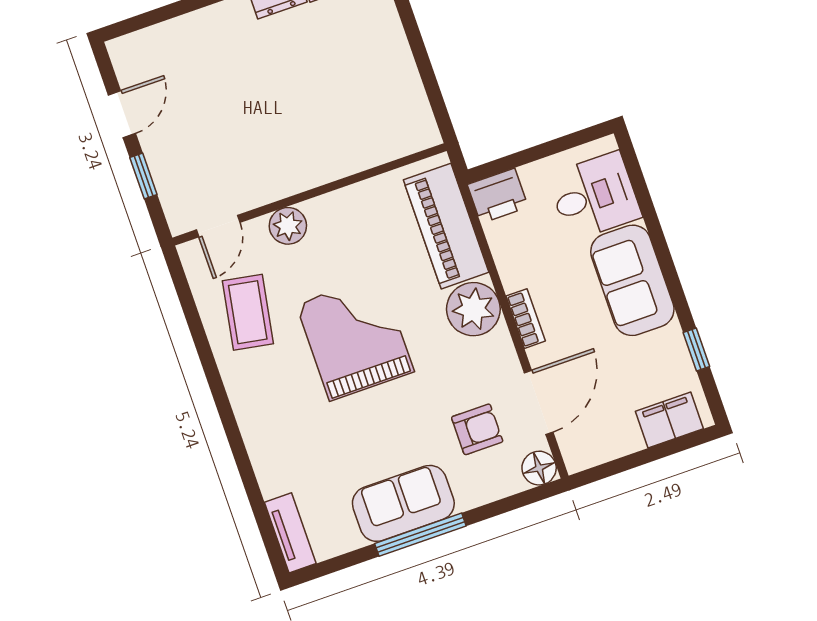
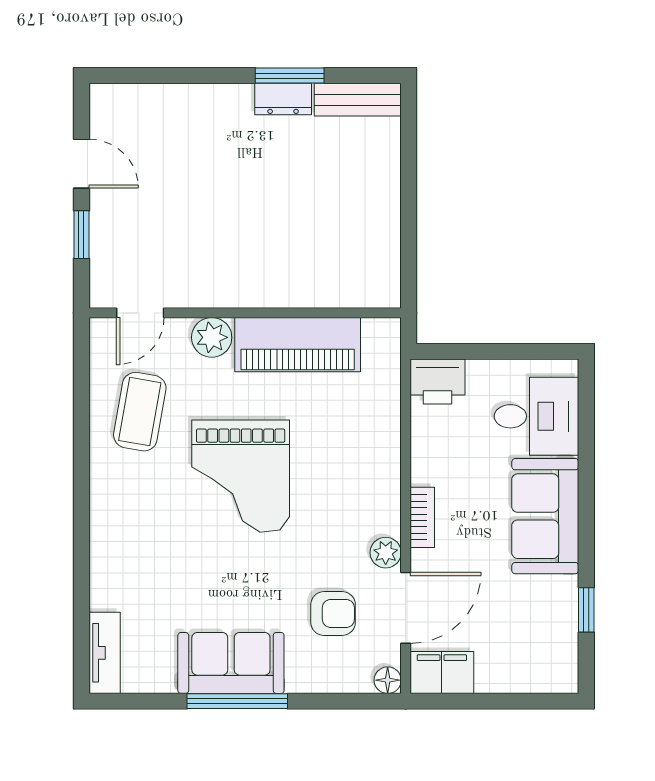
door: (122, 114) -> (81, 164), hinge flipped
piano: (446, 226) -> (298, 345), moved, turned -90
plant: (473, 309) -> (386, 553), moved, width x0.53, depth x0.53
grand piano: (355, 338) -> (241, 476), turned 180
filing cabinet: (669, 420) -> (442, 672), moved
floor lamp: (539, 468) -> (388, 680), width x0.73, depth x0.73

